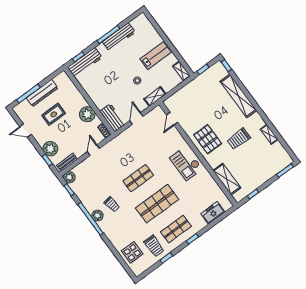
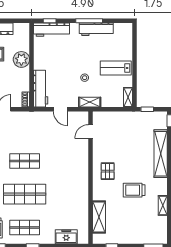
lab bench: (156, 56) -> (116, 68), turned 180
plant: (87, 114) -> (21, 59), moved
workbench: (112, 118) -> (41, 89), width x1.38
door: (136, 118) -> (60, 109), swing flipped
pallet: (208, 139) -> (108, 171), width x0.67, depth x0.71
checkout: (186, 163) -> (74, 178), removed

